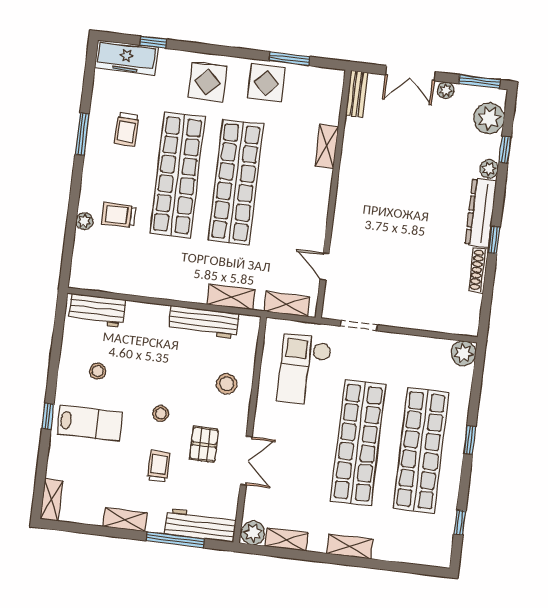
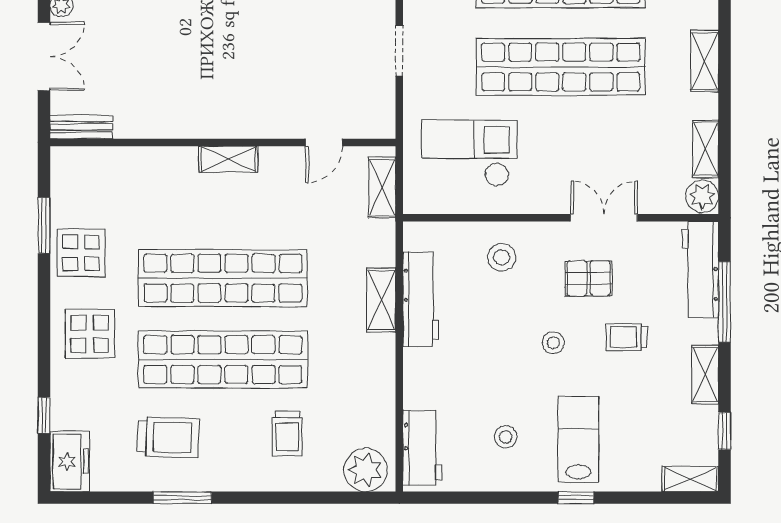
freezer: (126, 58) -> (70, 461), width x0.71
trolley: (127, 129) -> (168, 437), width x1.36, depth x1.39
shelving: (327, 146) -> (228, 159), moved
plant: (84, 221) -> (365, 470), moved, width x1.88, depth x1.88
shelving: (231, 297) -> (381, 300), moved
doorway: (359, 325) -> (399, 51), moved
checkout: (304, 370) -> (469, 153), turned 180
window: (83, 529) -> (725, 431), added

